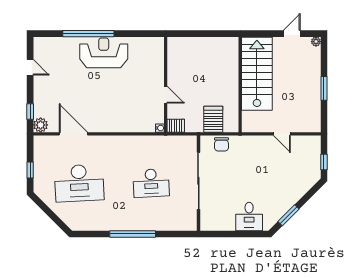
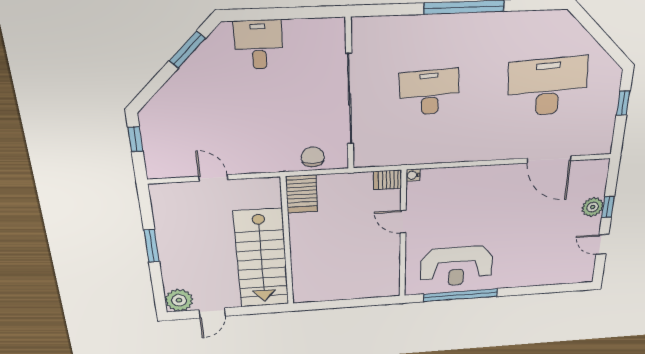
window: (88, 34) -> (460, 295), moved
plant: (316, 42) -> (179, 300), width x1.87, depth x1.87
reception desk: (104, 53) -> (456, 266), moved
window: (30, 112) -> (608, 207), moved
server rack: (213, 119) -> (302, 194), moved
plant: (41, 125) -> (593, 207), moved

